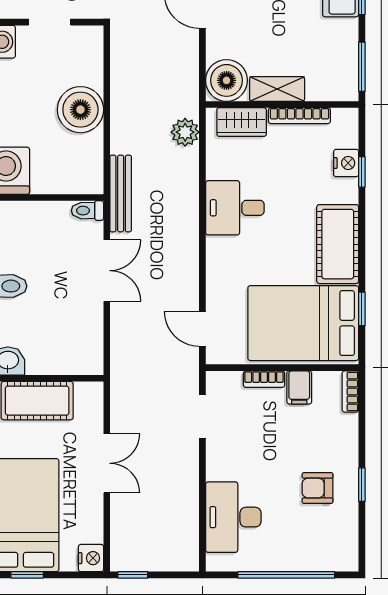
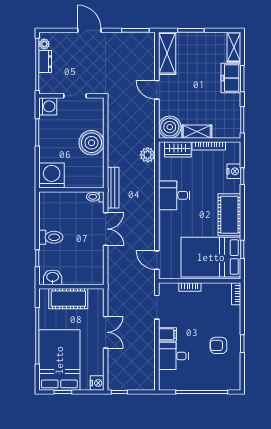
filing cabinet: (299, 387) -> (167, 334), moved, turned -90
desk: (233, 517) -> (173, 356), width x0.73

